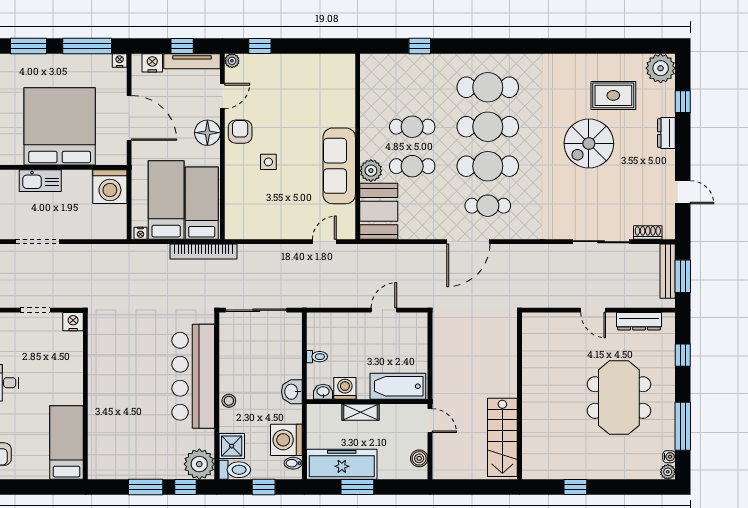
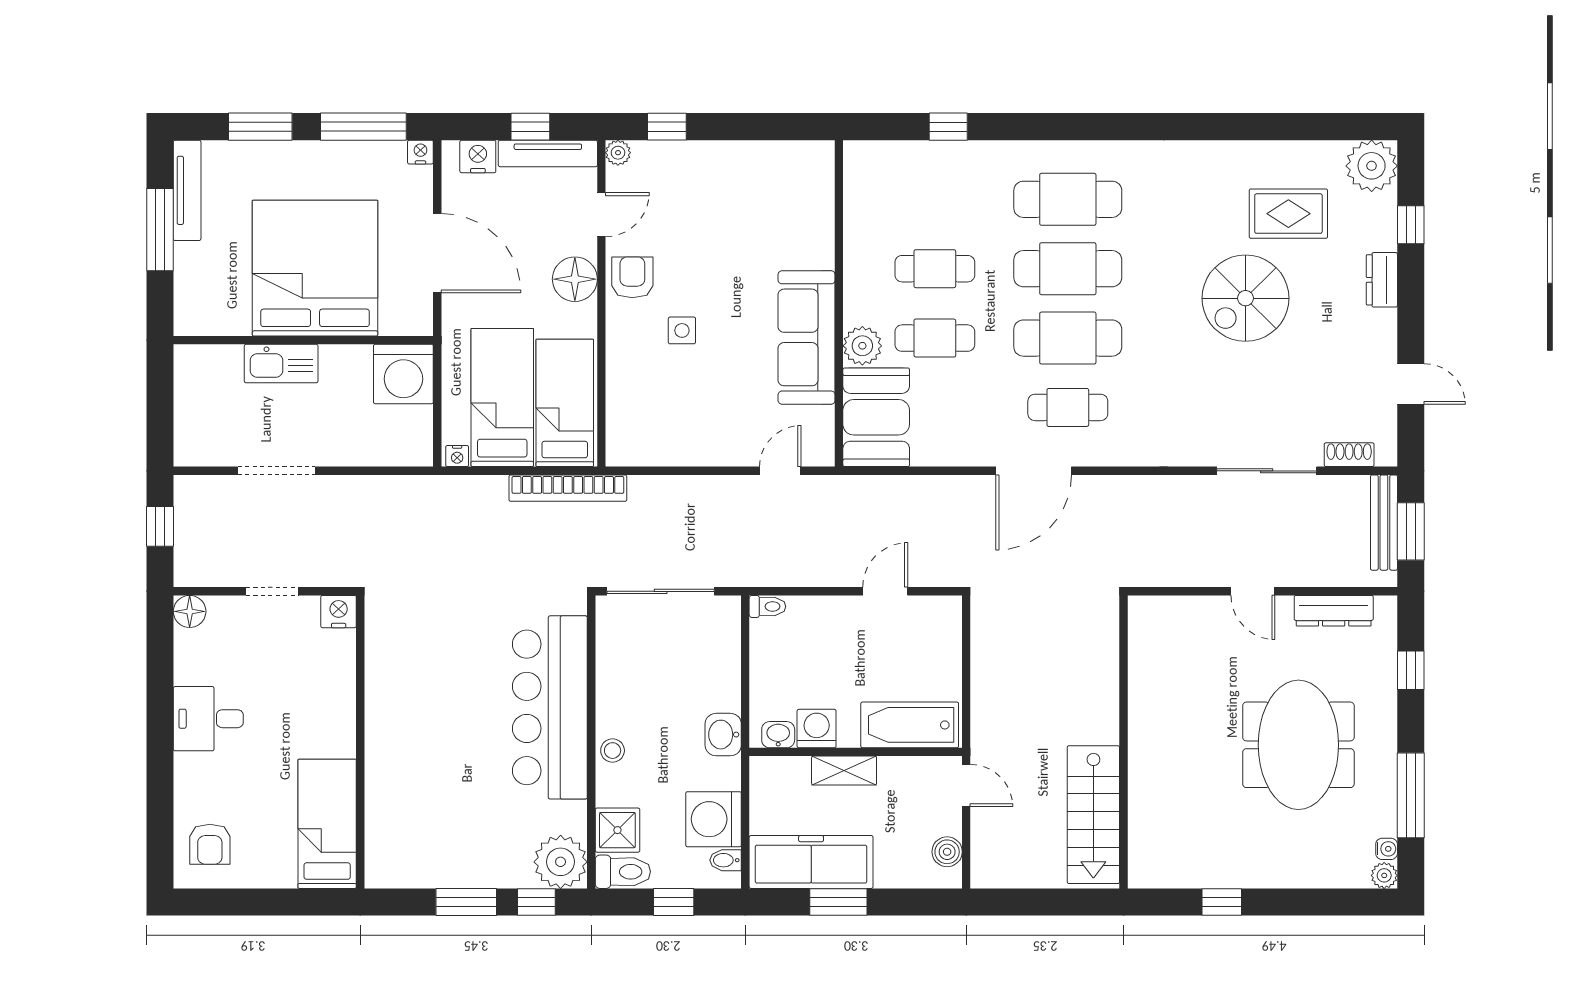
toilet: (317, 357) -> (767, 606), moved

